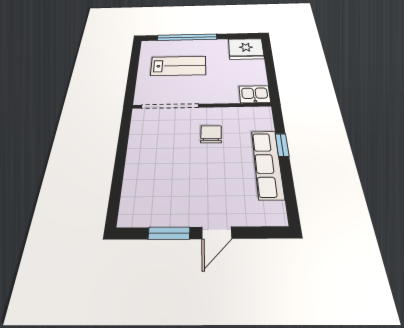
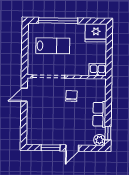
door: (124, 135) -> (24, 95), added
window: (282, 145) -> (108, 133), moved
row of seats: (267, 164) -> (99, 114), width x0.68
plant: (275, 214) -> (99, 140), added

